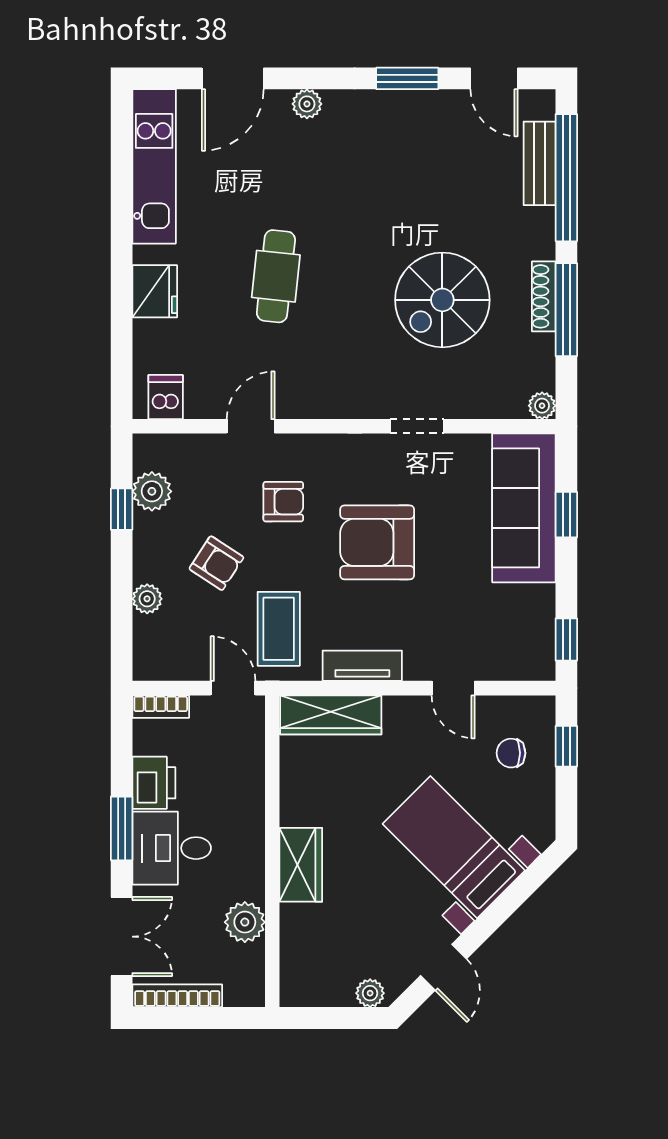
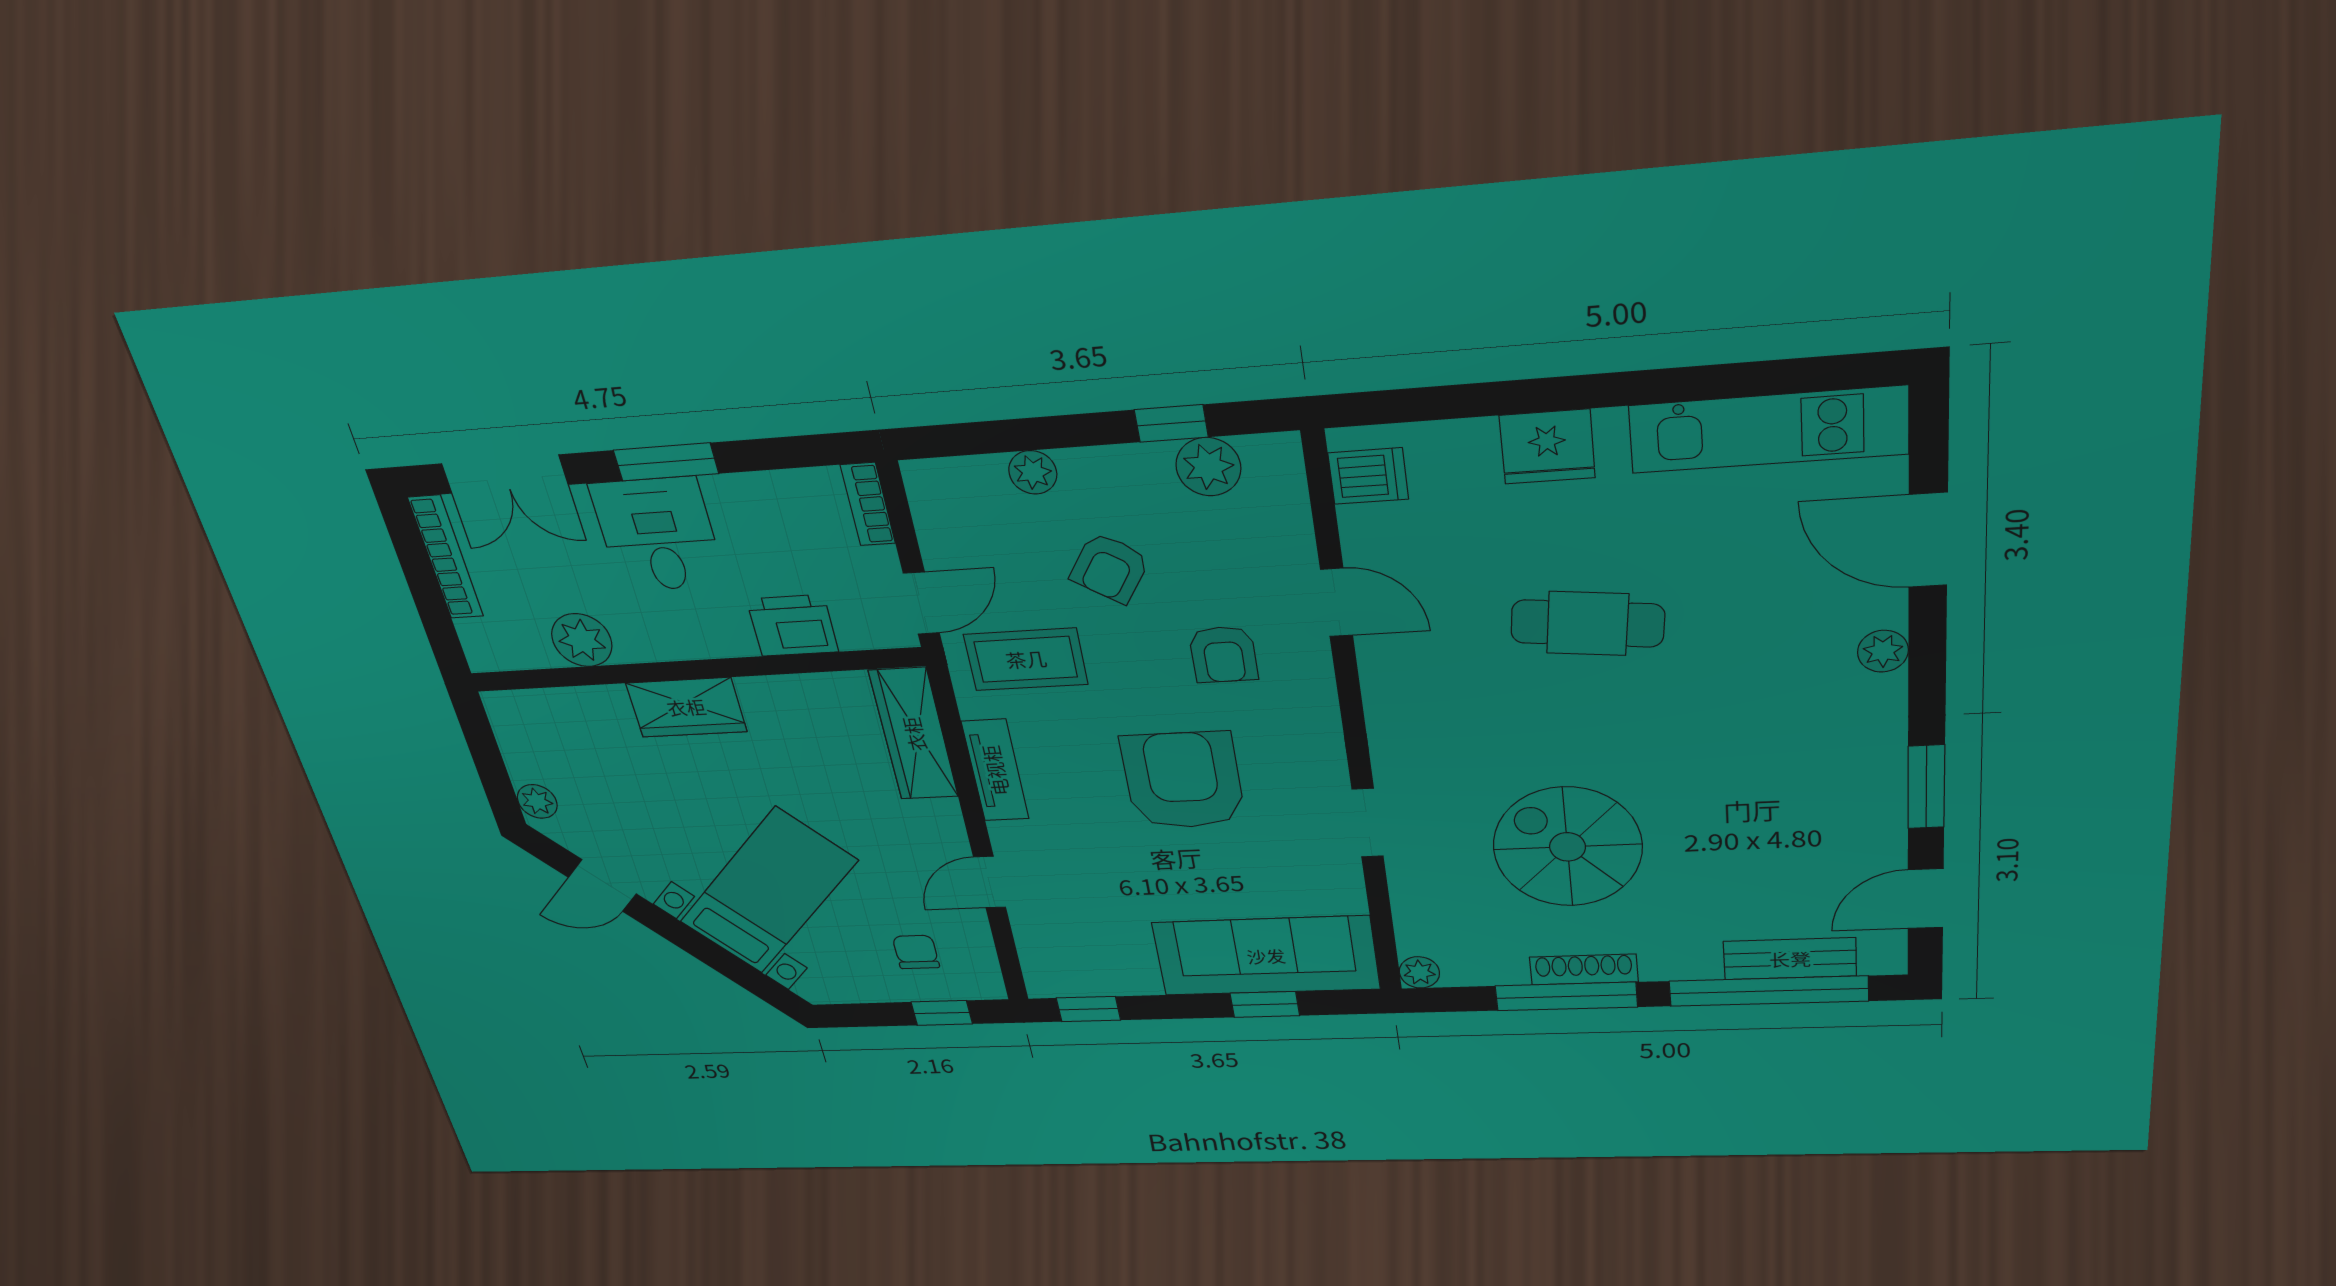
printer: (154, 783) -> (793, 625), moved, turned 180

